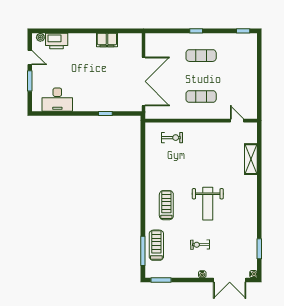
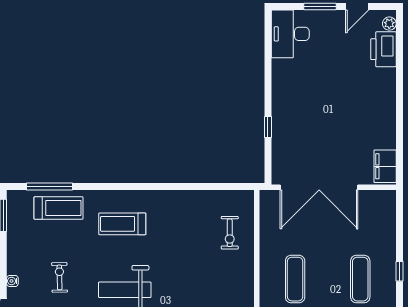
filing cabinet: (107, 40) -> (385, 166), moved
desk: (57, 100) -> (290, 34), moved
treadmill: (166, 205) -> (122, 224), turned 180

